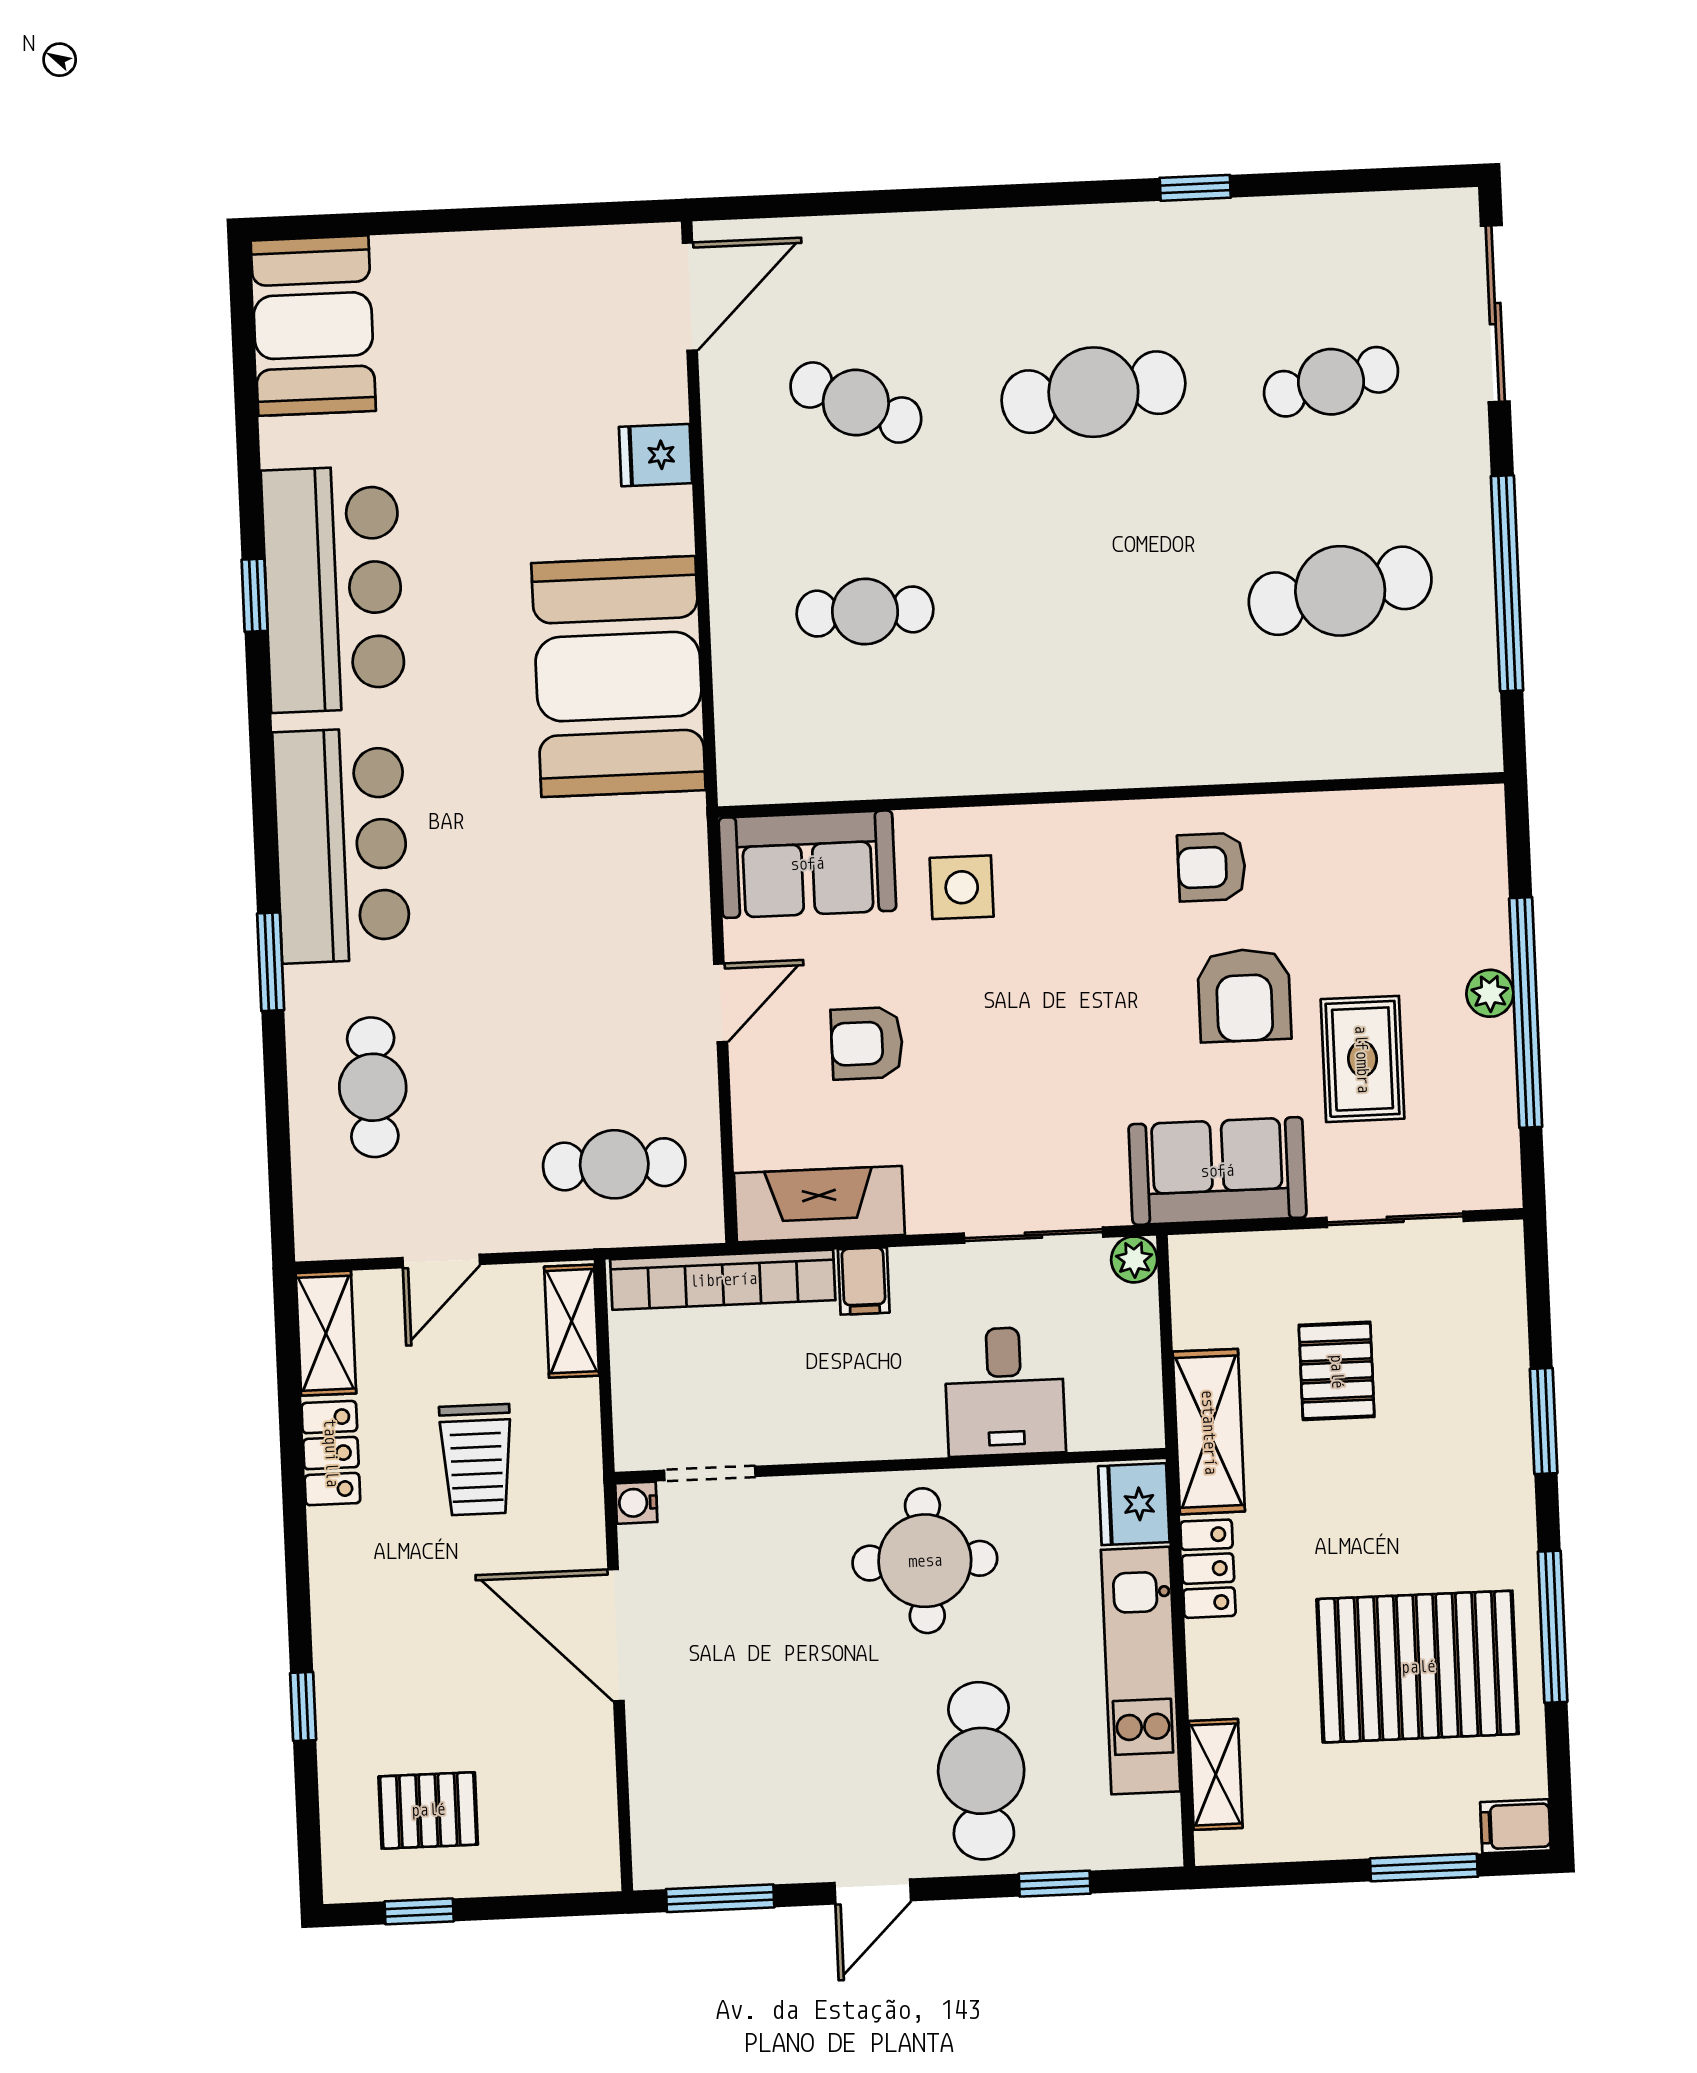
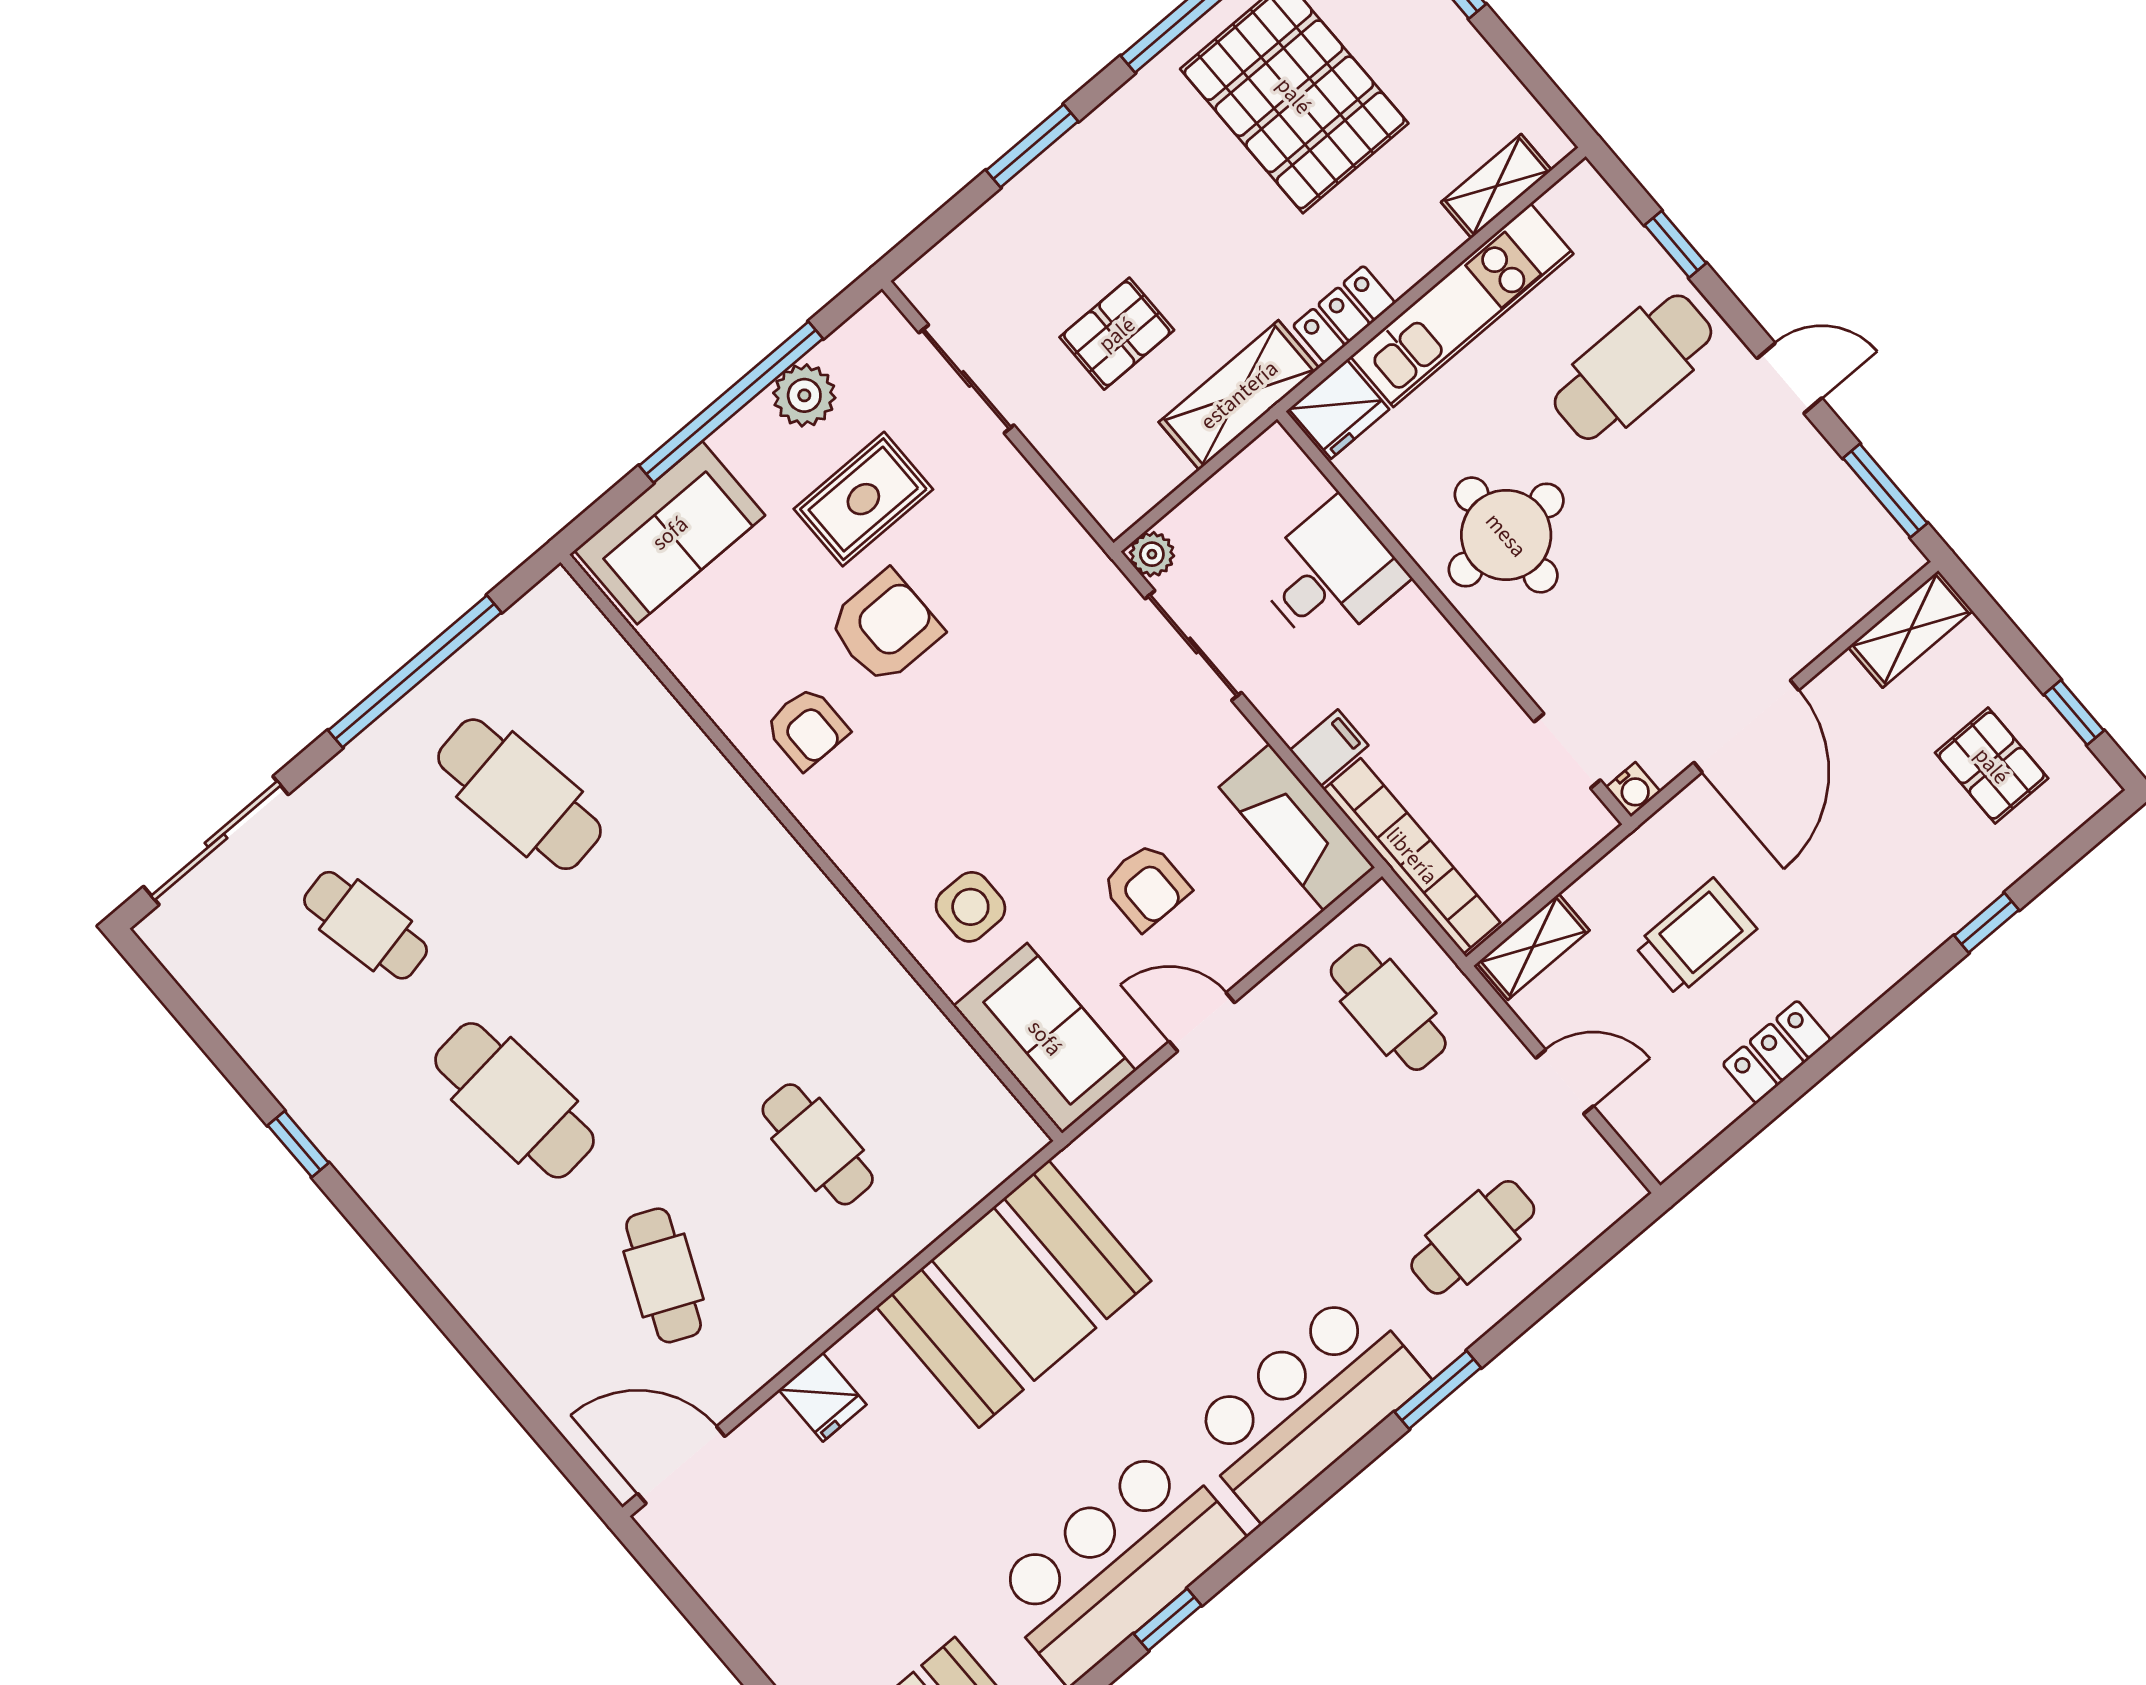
plant: (1490, 993) -> (804, 395), moved, width x1.38, depth x1.38
sofa: (1217, 1171) -> (670, 533), moved, turned -90
shelving: (326, 1333) -> (1910, 629), moved

